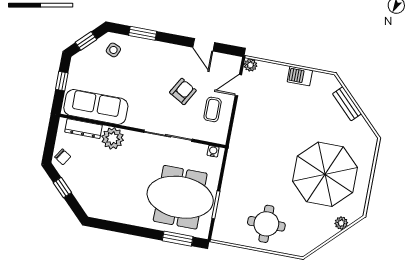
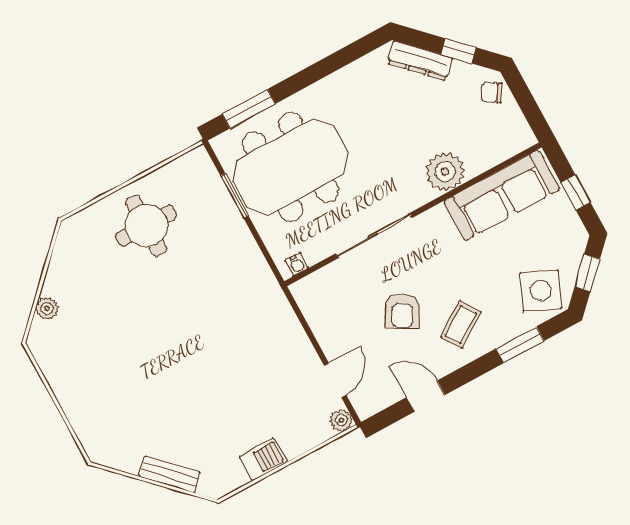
side table: (113, 50) -> (541, 291), width x1.87, depth x1.87
coffee table: (213, 109) -> (461, 325), moved, turned 56
dresser: (84, 129) -> (420, 61), moved, turned -135
parasol: (325, 174) -> (122, 356), removed

